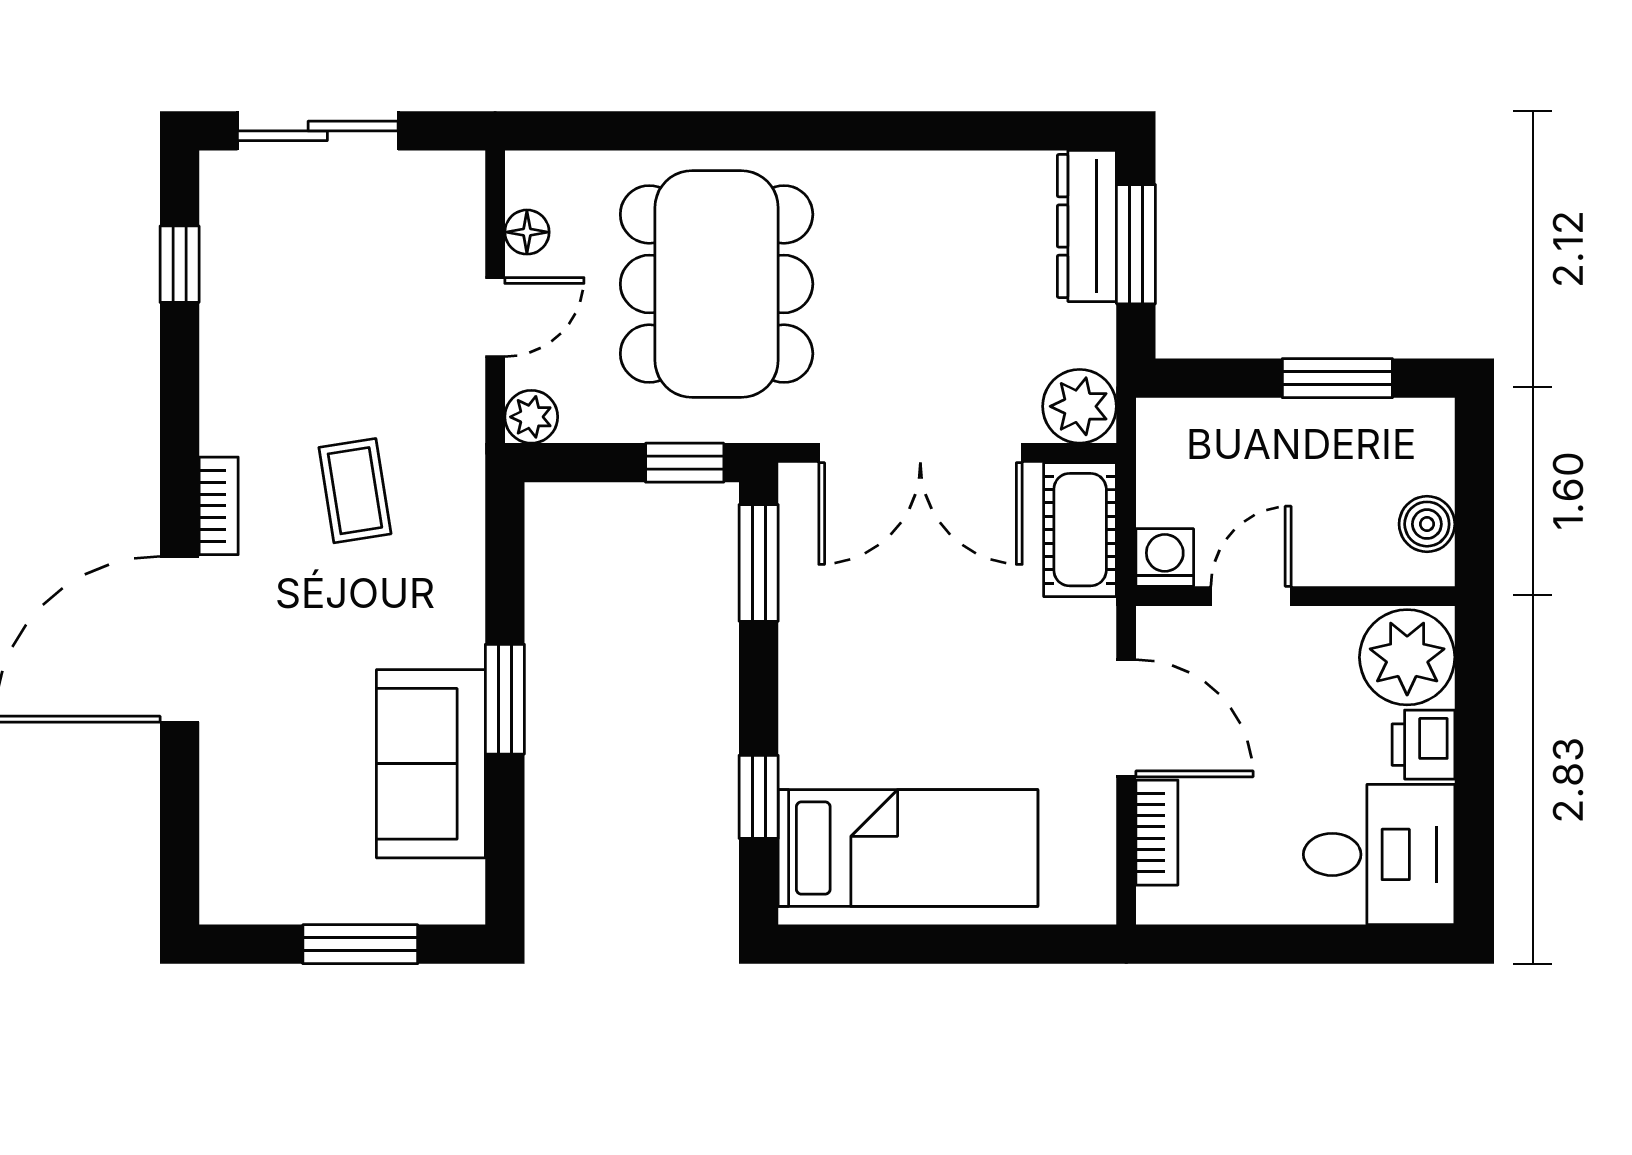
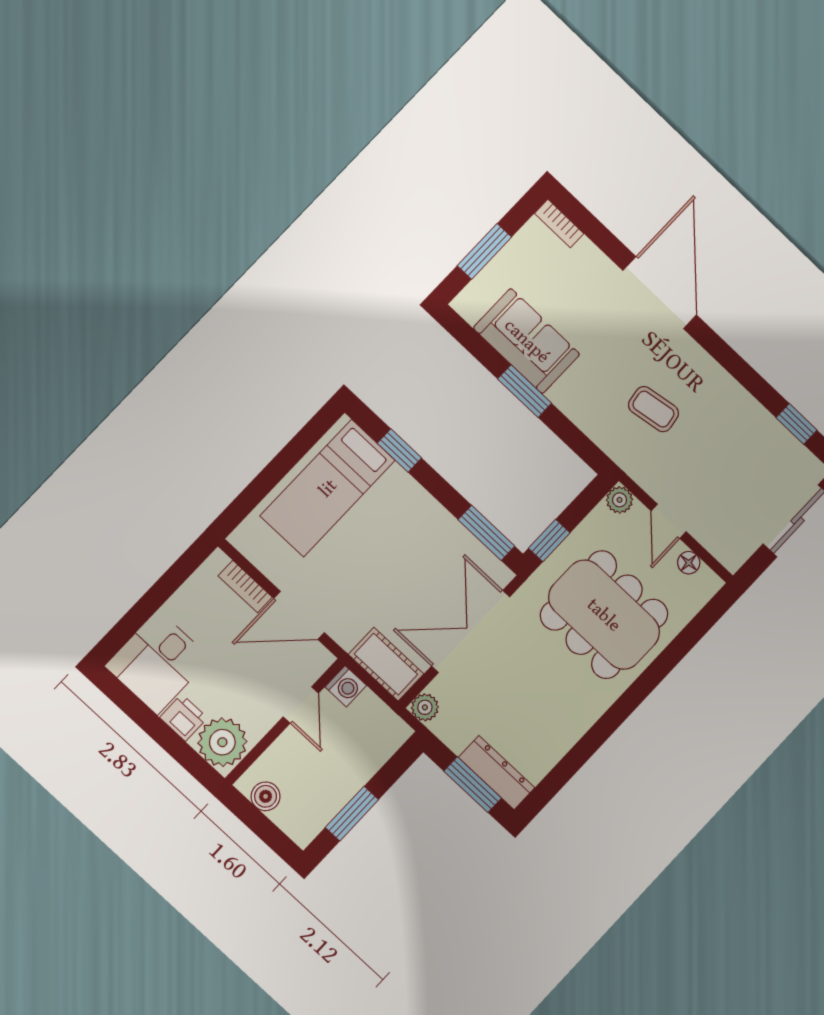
plant: (1080, 406) -> (425, 707), width x0.73, depth x0.73
bookcase: (219, 506) -> (559, 223), moved

